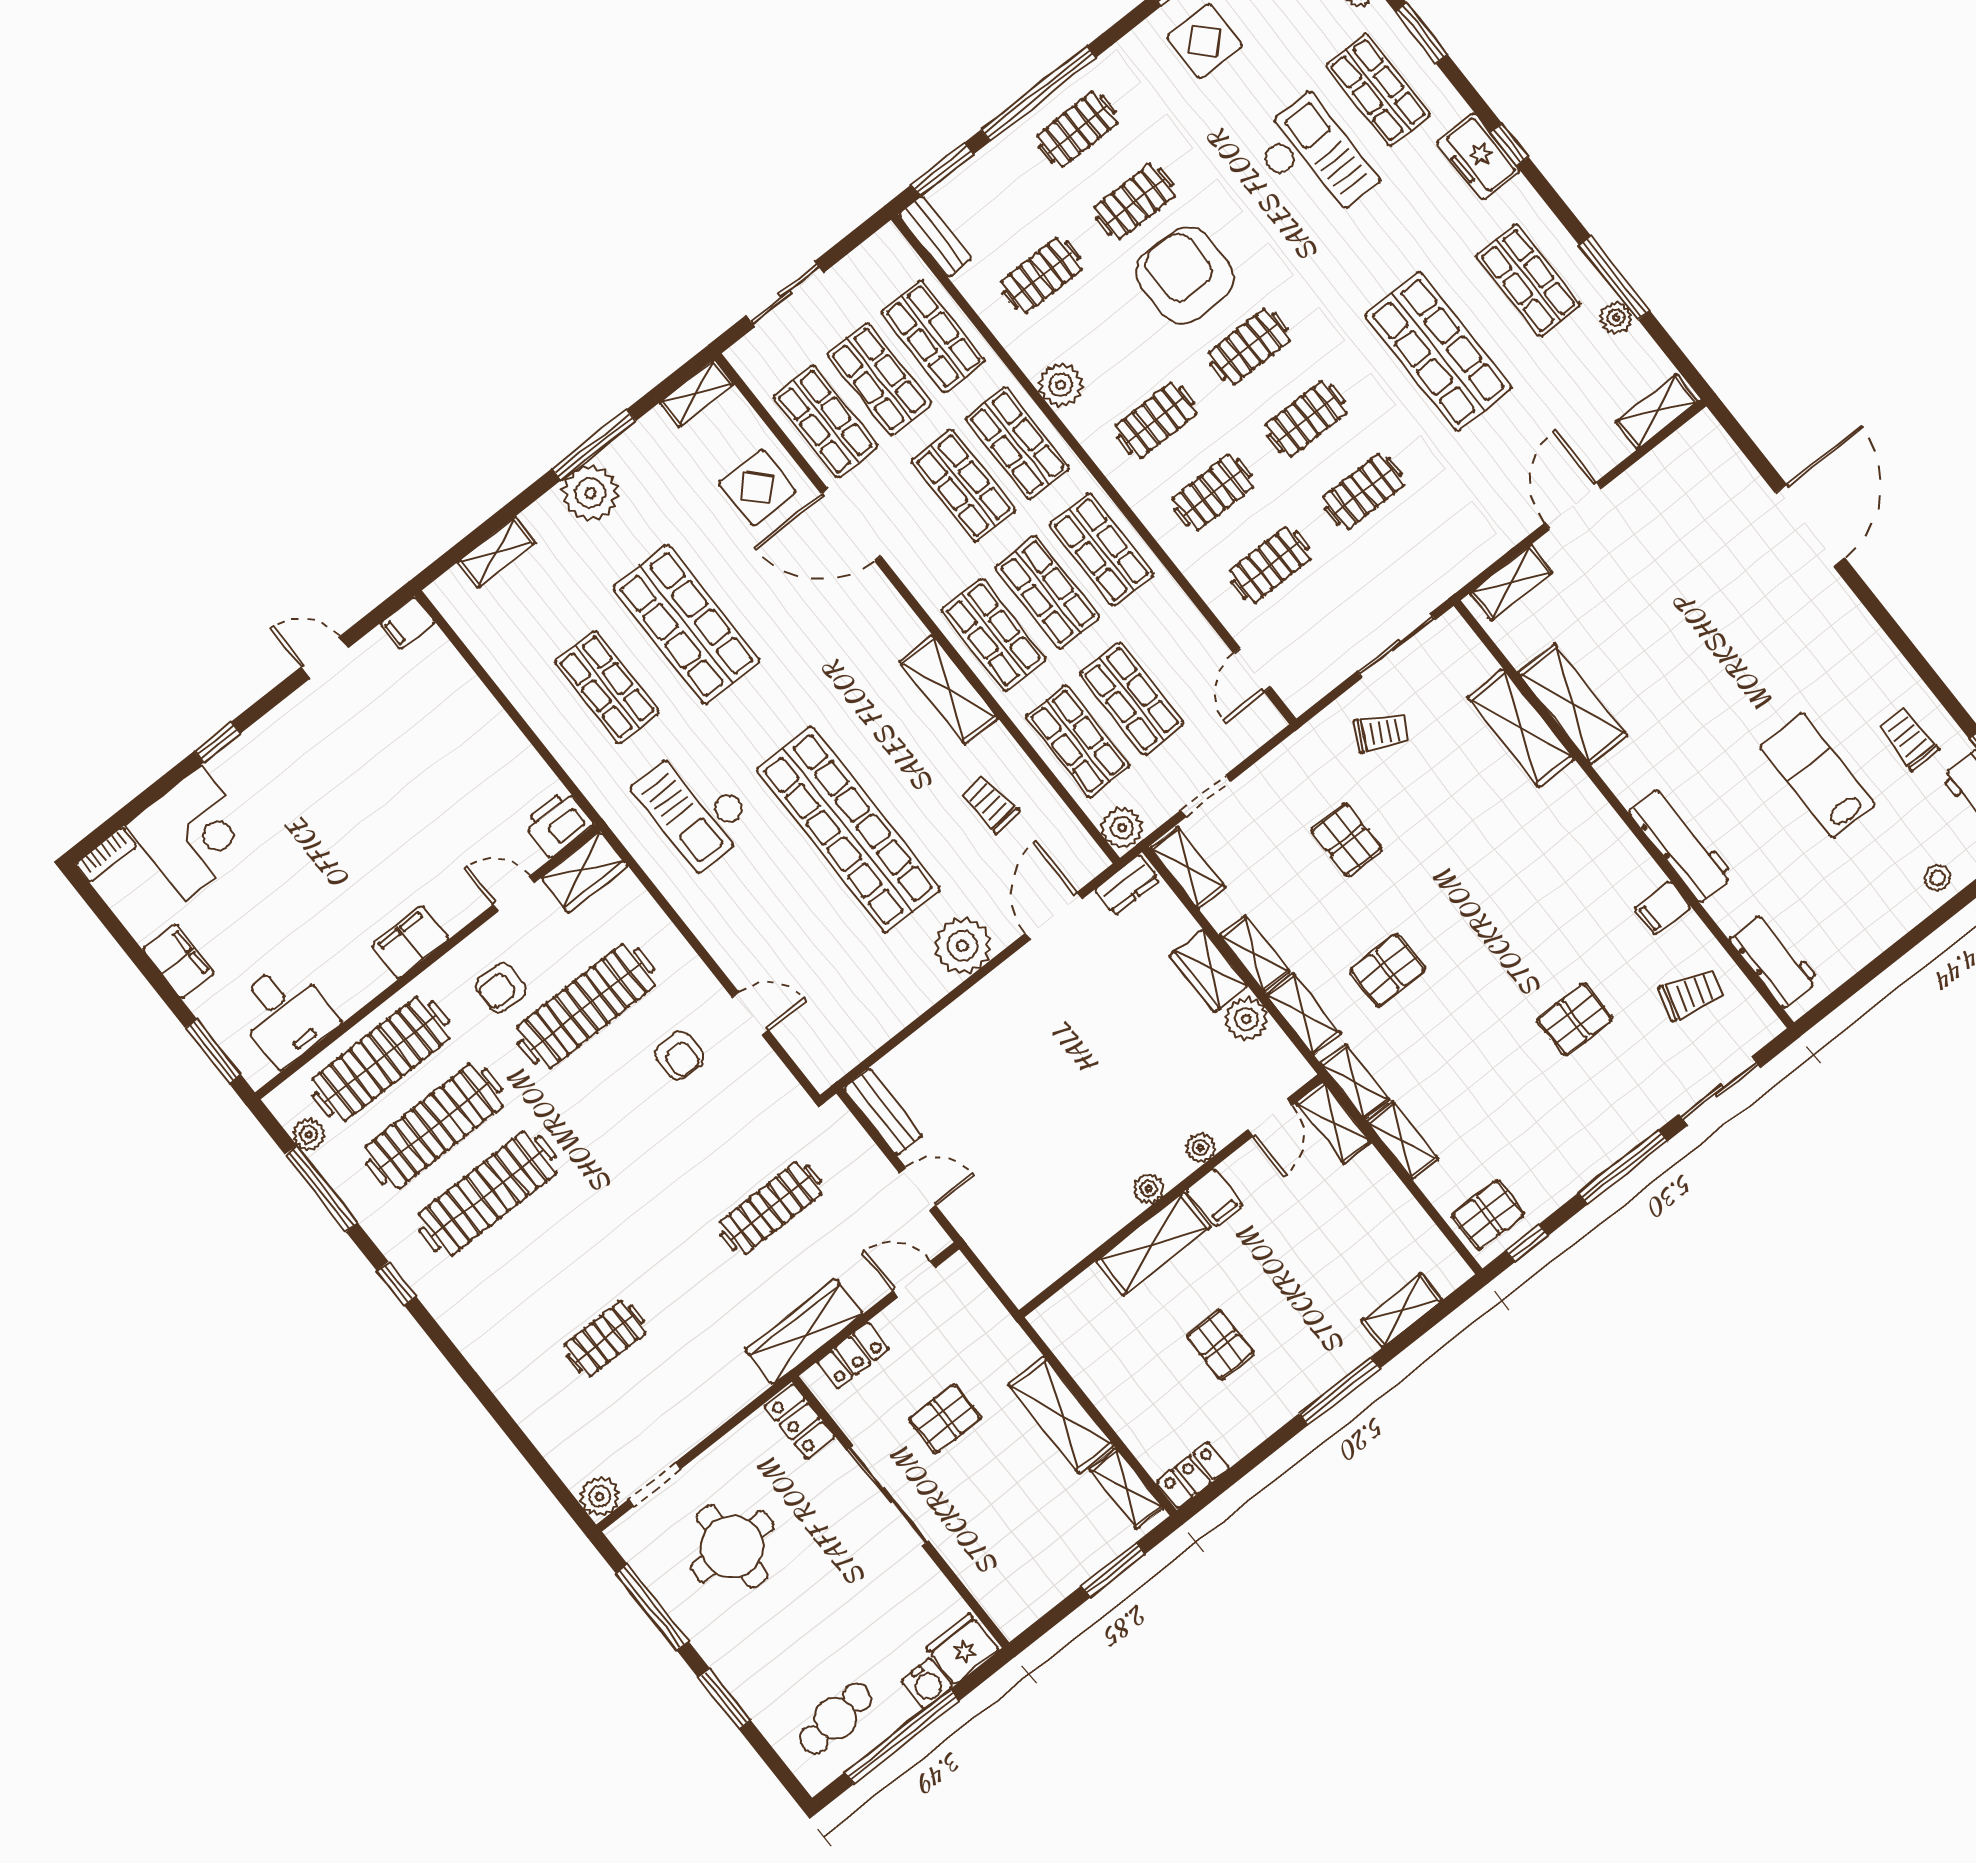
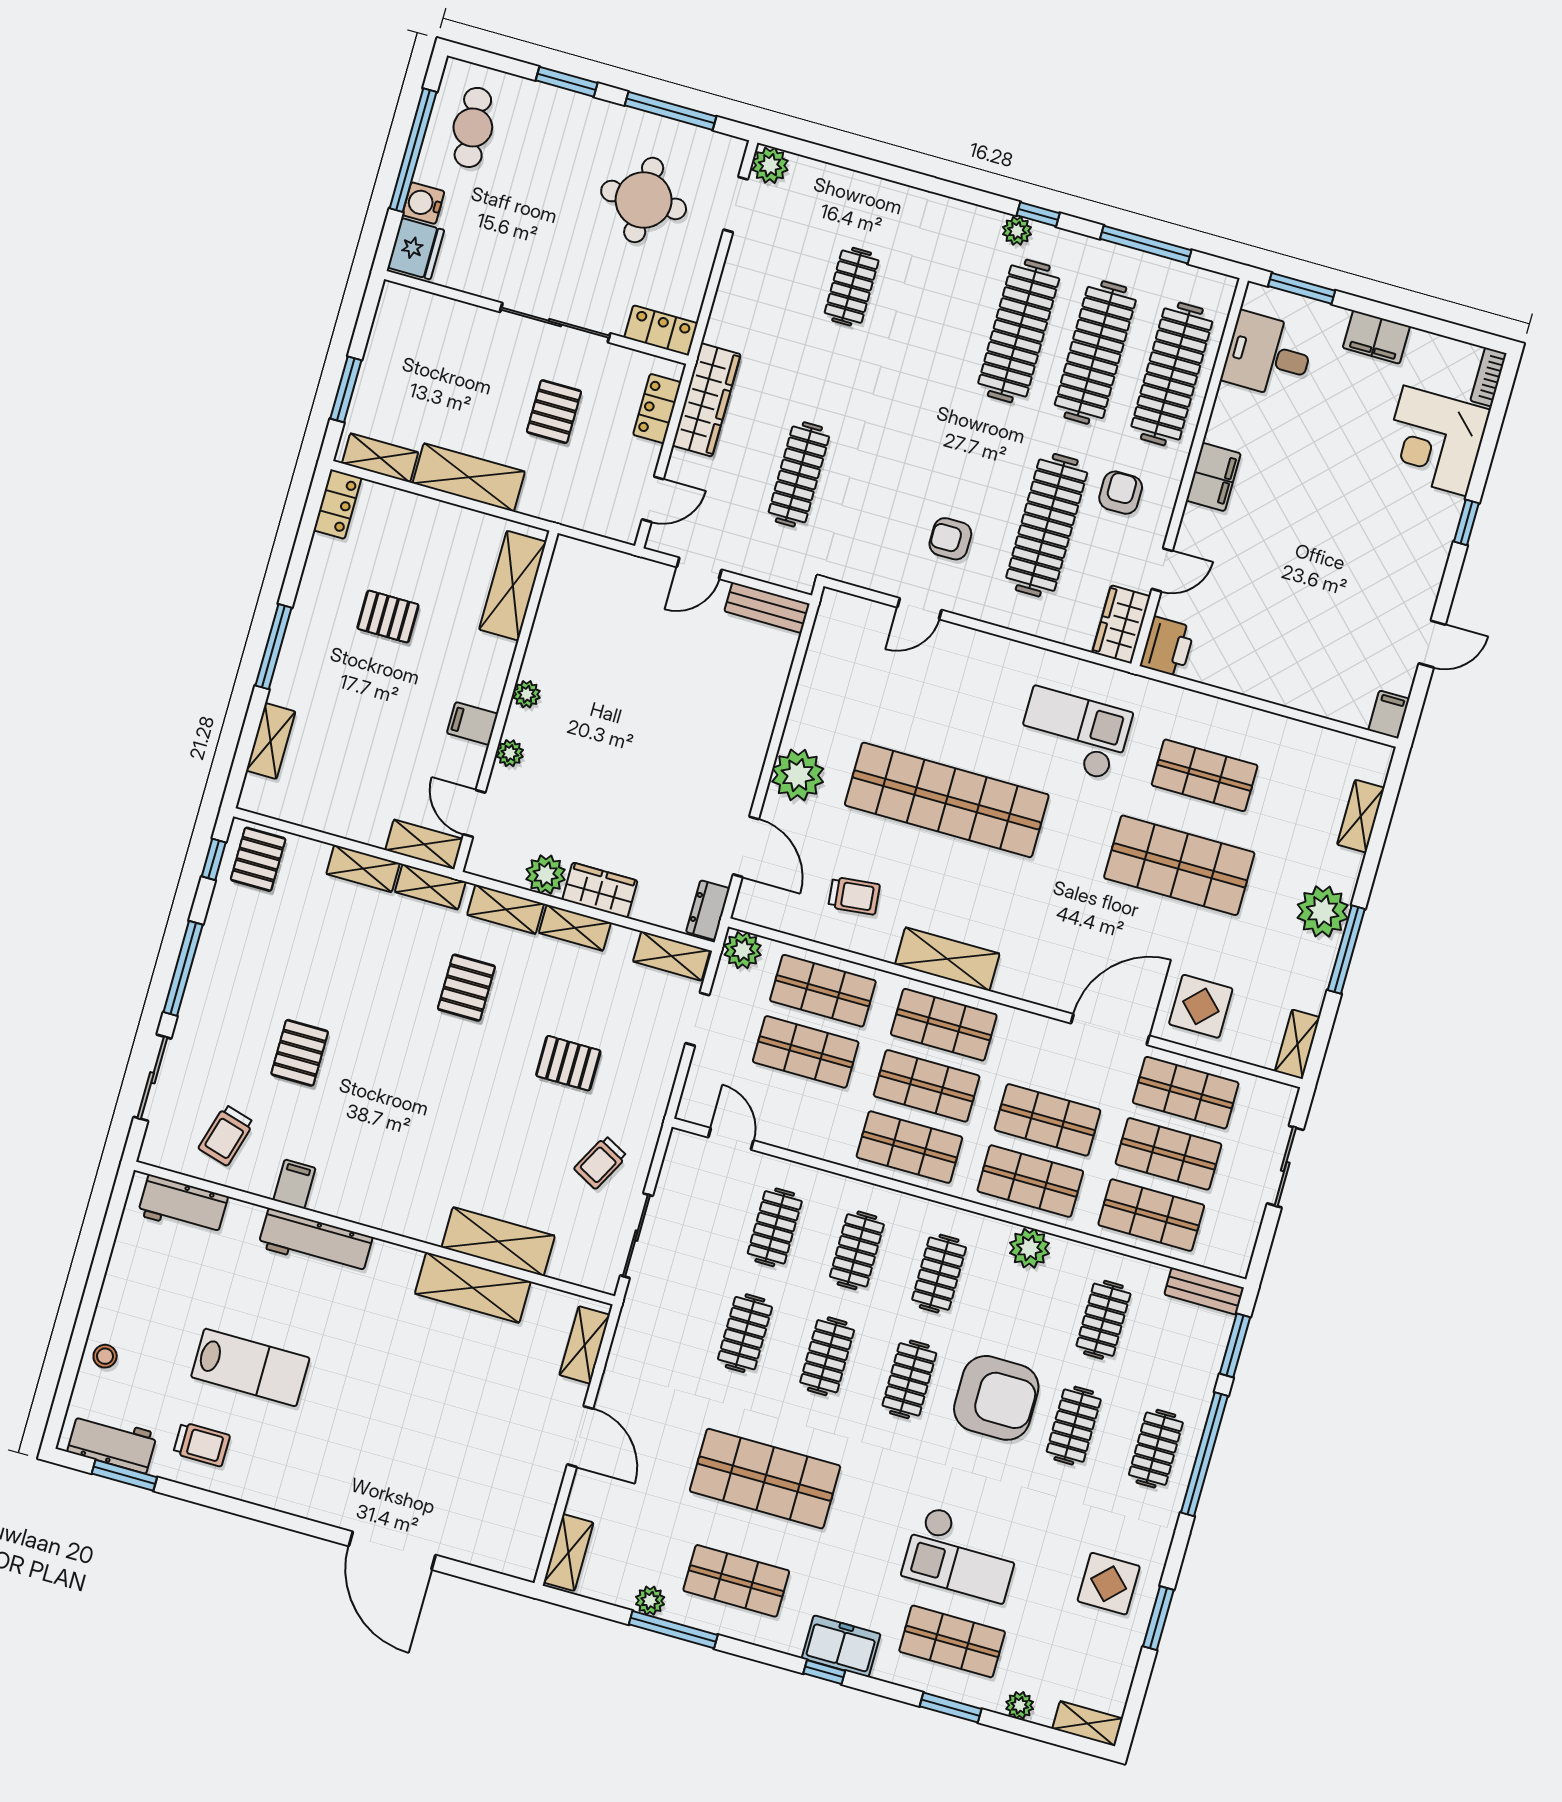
plant: (309, 1135) -> (1017, 231), moved
shelving: (1153, 1244) -> (513, 586), moved

